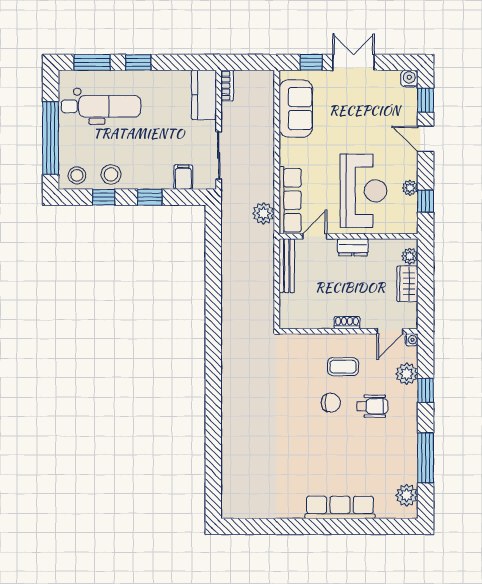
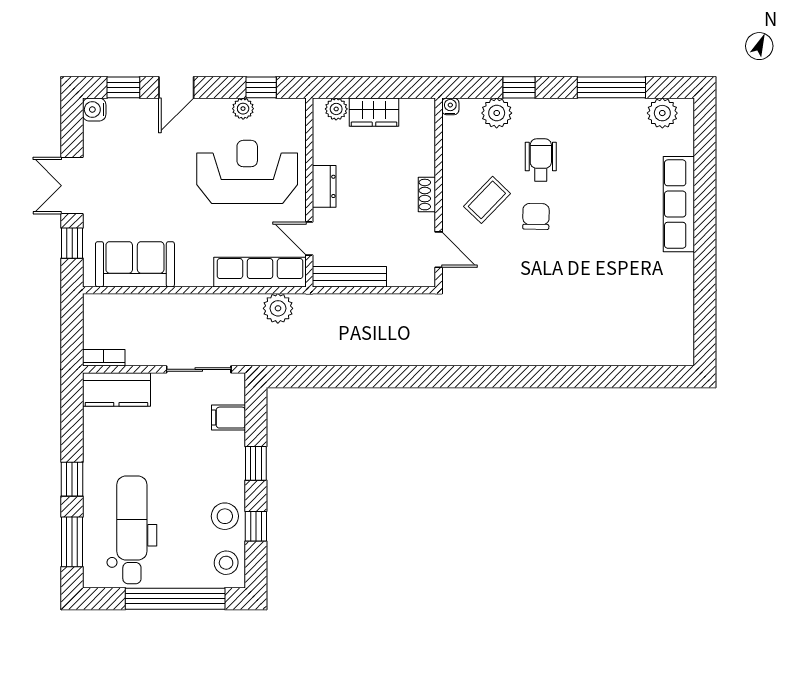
door: (390, 331) -> (439, 250), moved
coffee table: (343, 367) -> (487, 200), turned 44

